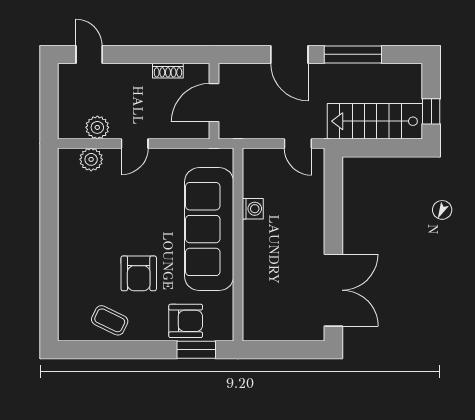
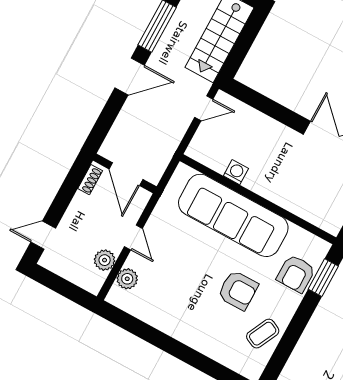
wall: (214, 101) -> (125, 173), moved
door: (214, 103) -> (126, 174), moved
armchair: (186, 321) -> (296, 274), turned 180

